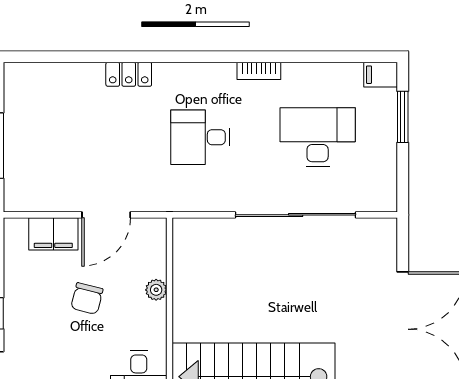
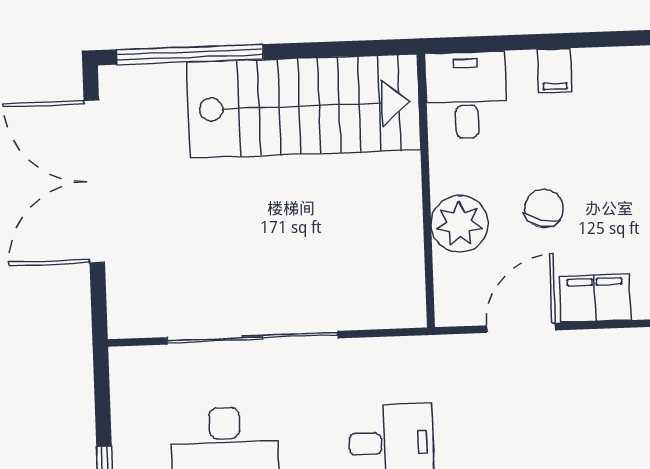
plant: (156, 290) -> (459, 224), width x1.88, depth x1.88

